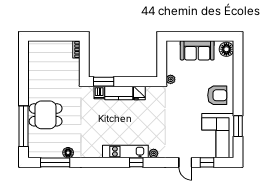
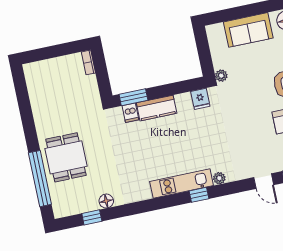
fridge: (139, 93) -> (200, 99), moved
dining table: (46, 115) -> (66, 157), turned 90
window: (55, 162) -> (92, 217), width x0.46

